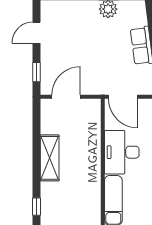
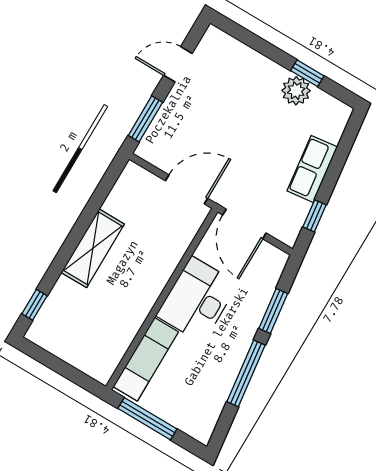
window: (37, 72) -> (145, 119), width x1.50
door: (66, 97) -> (187, 189), moved

